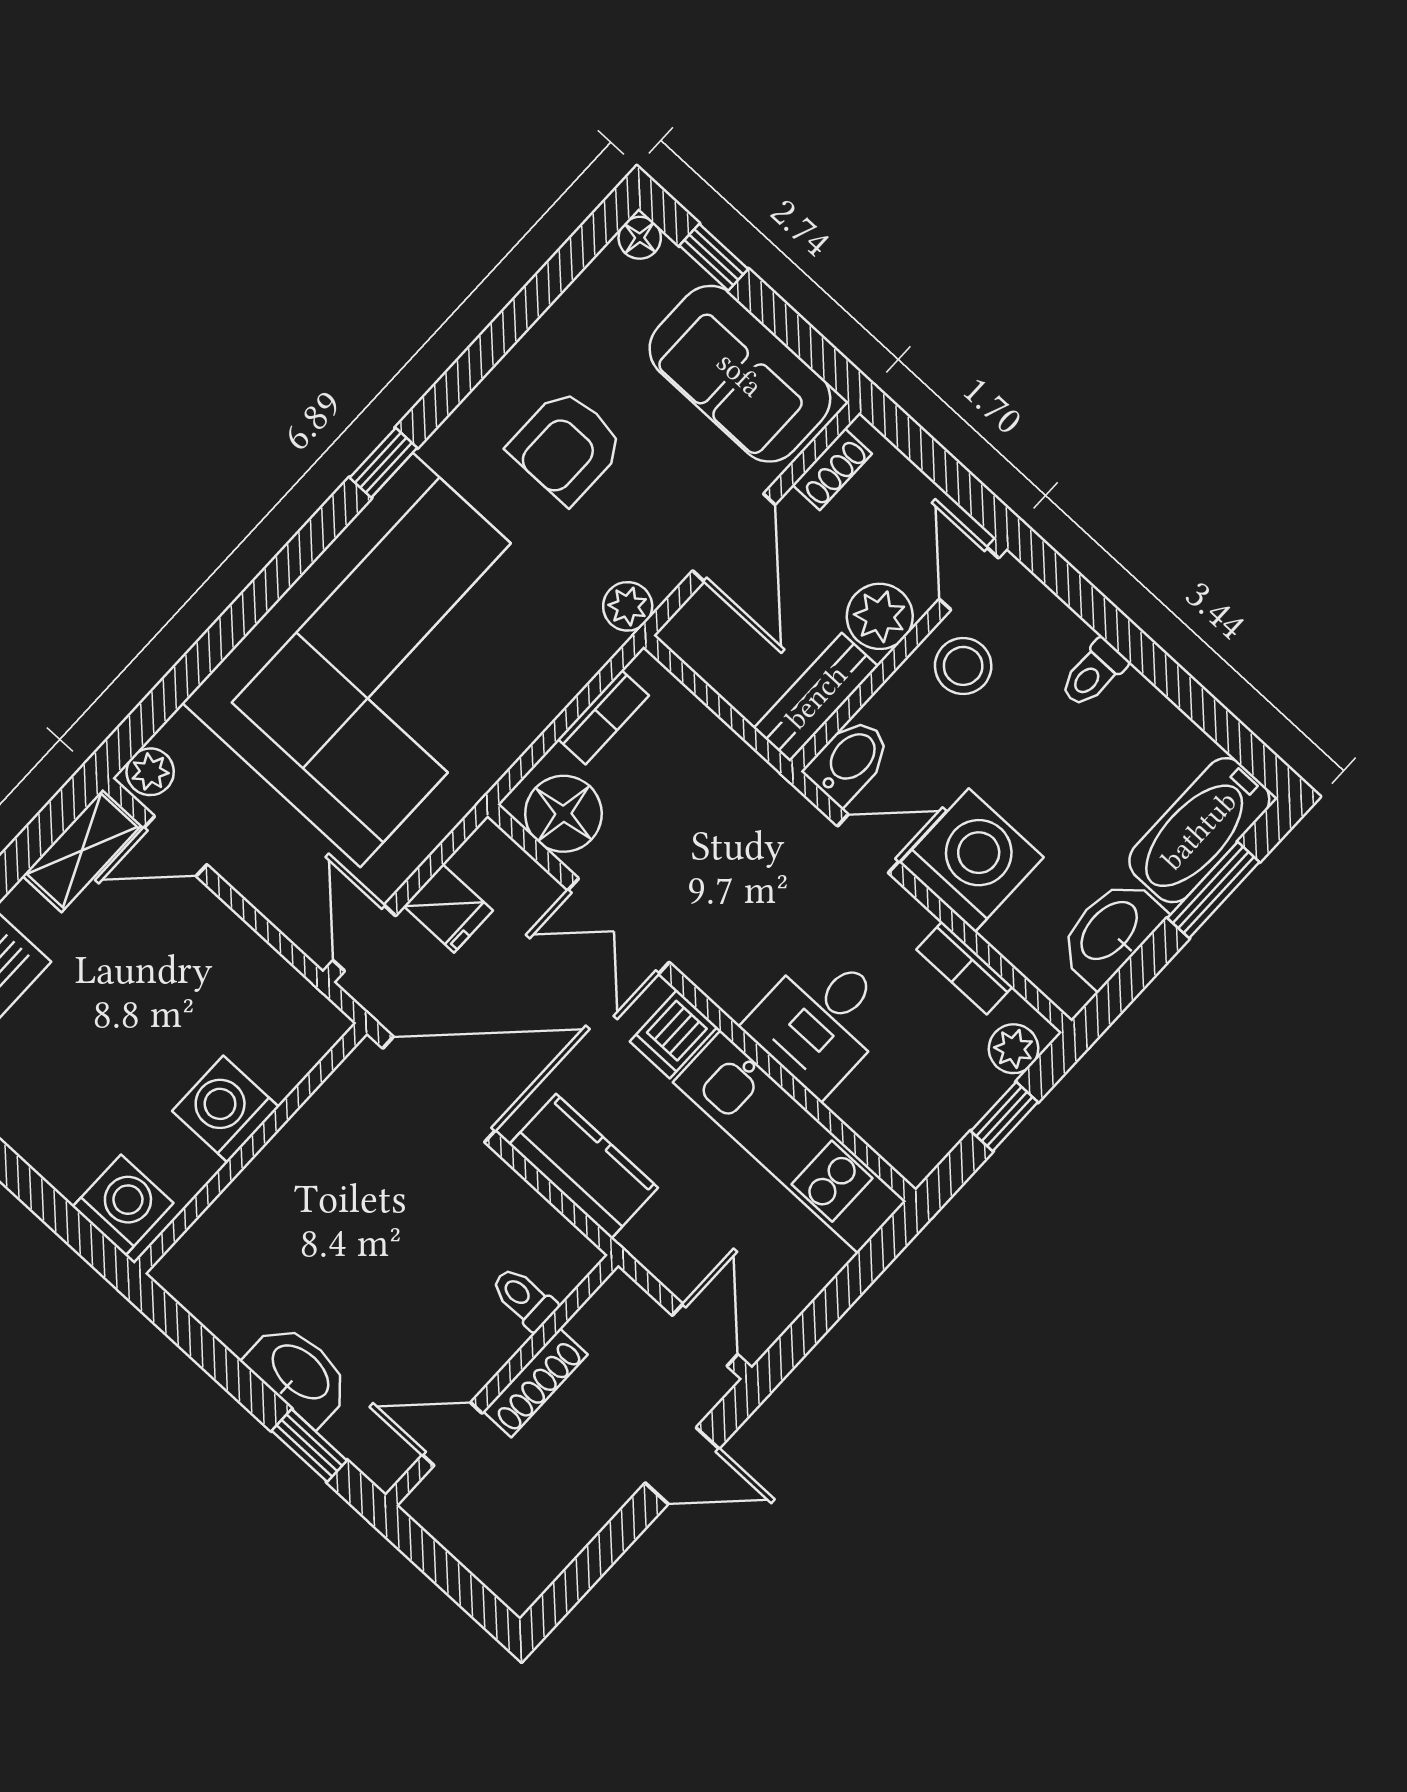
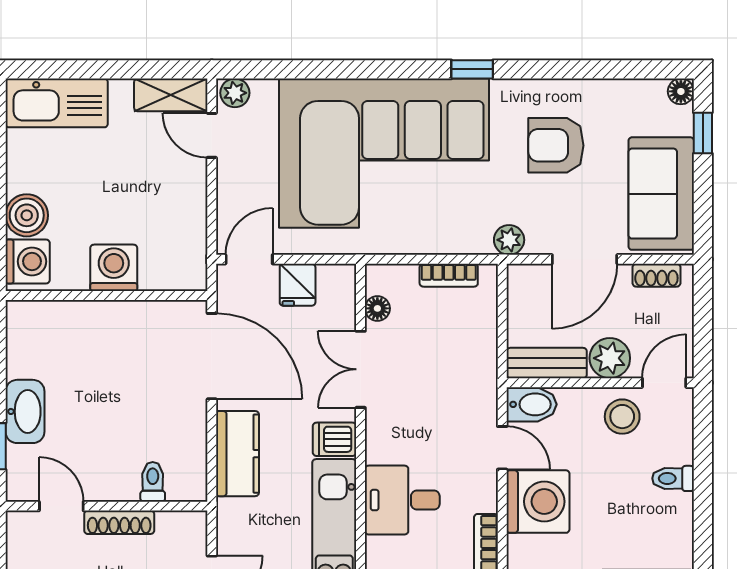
floor lamp: (563, 814) -> (377, 308), width x0.53, depth x0.53
boiler: (67, 1155) -> (27, 215), added

